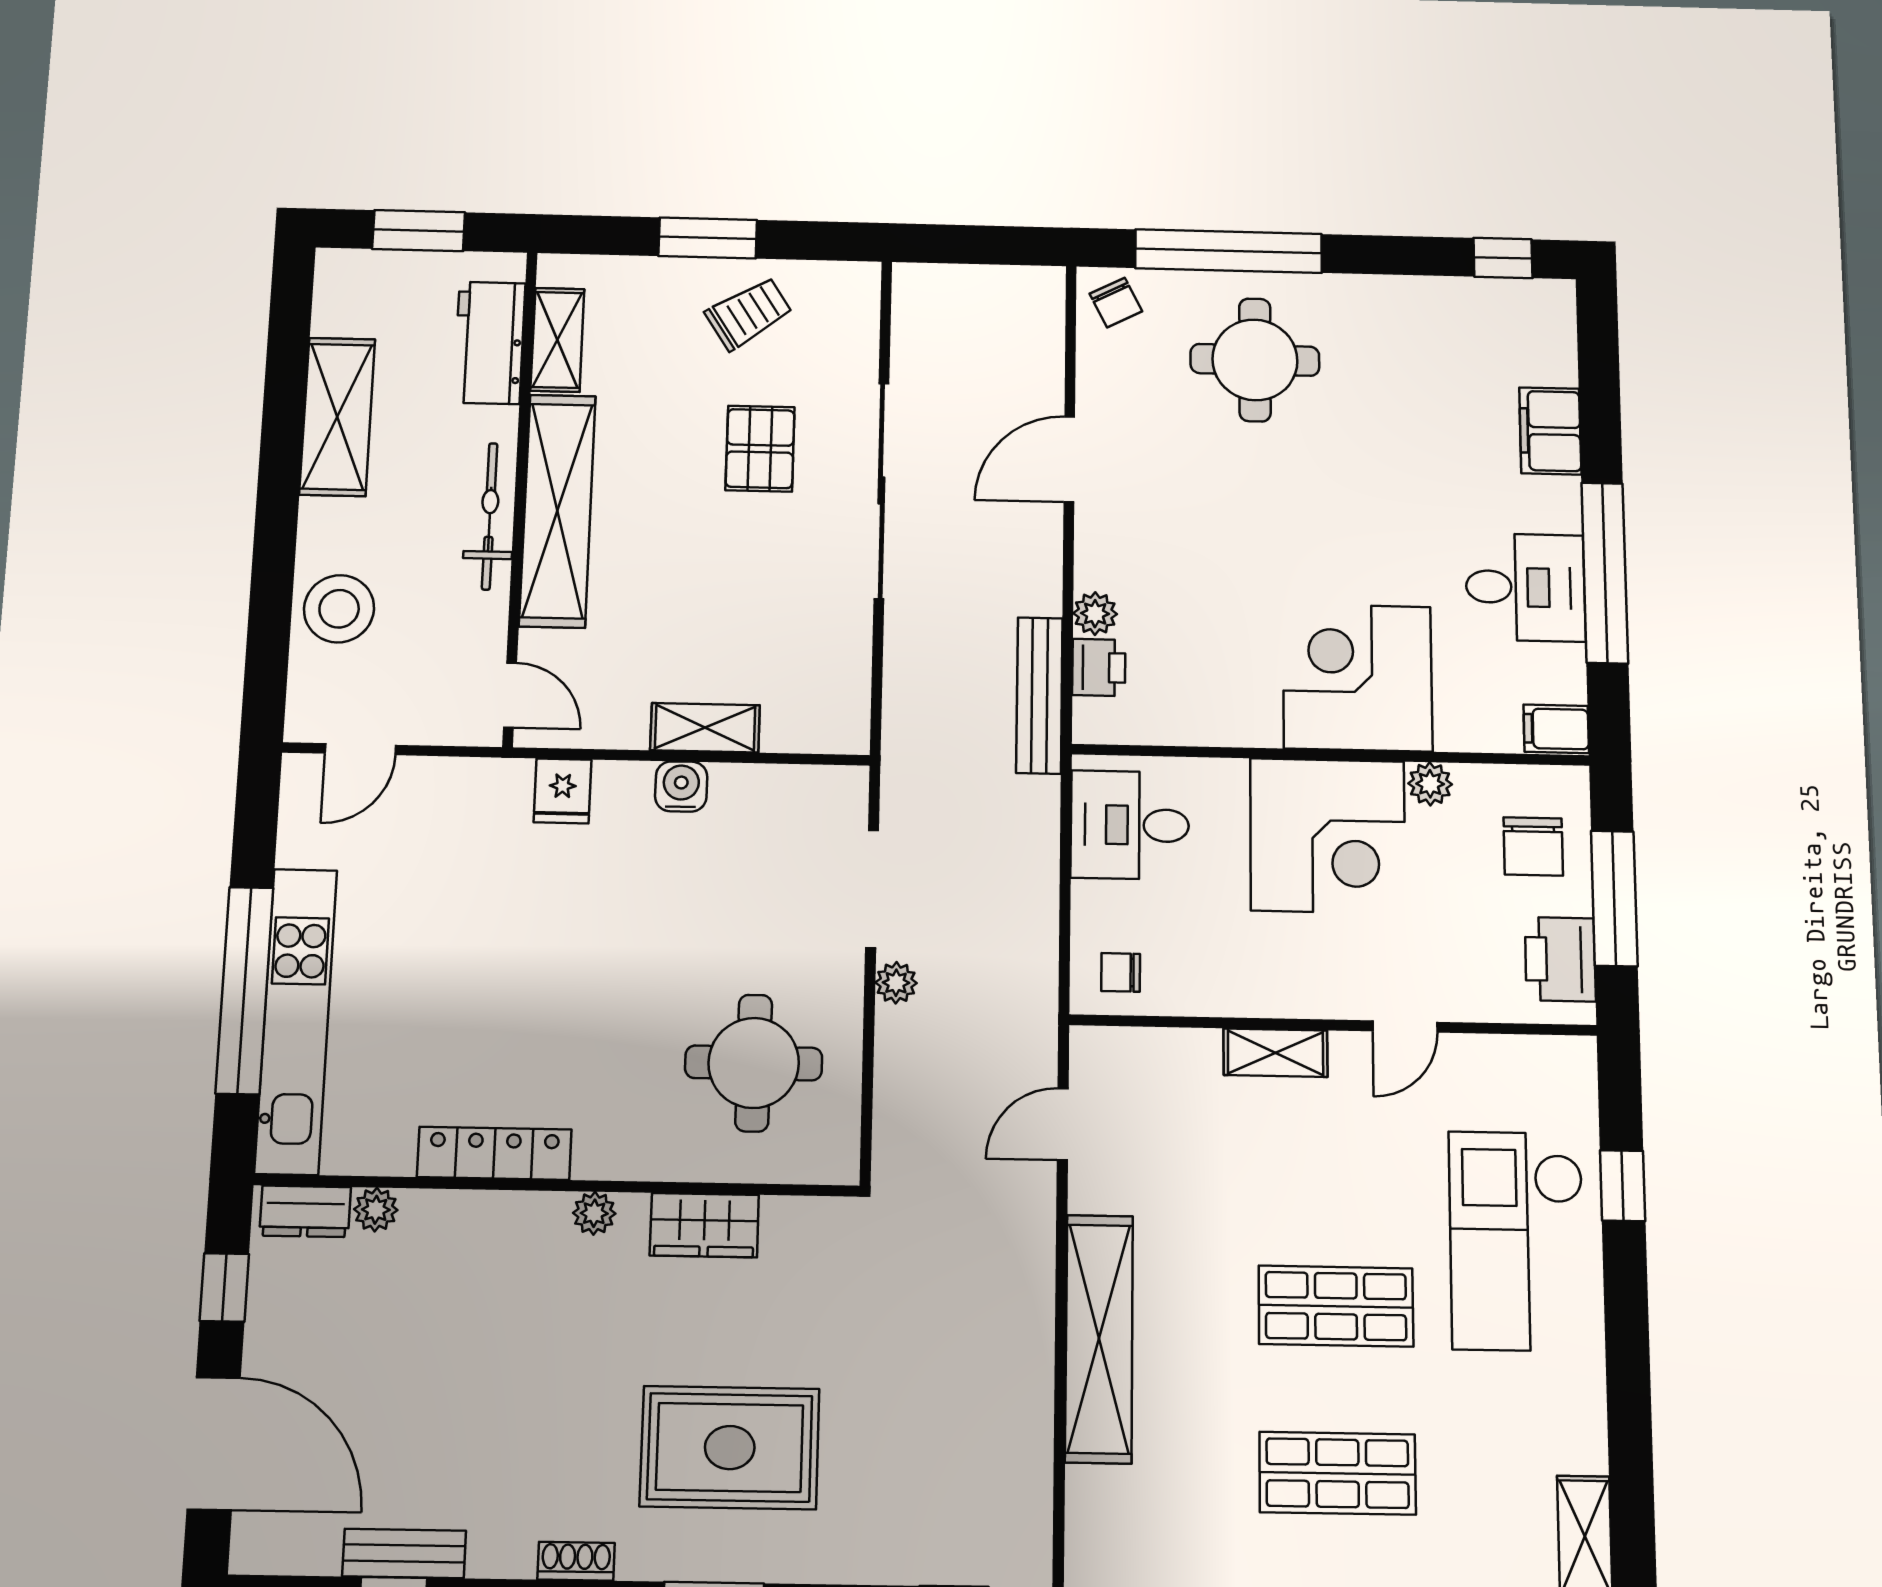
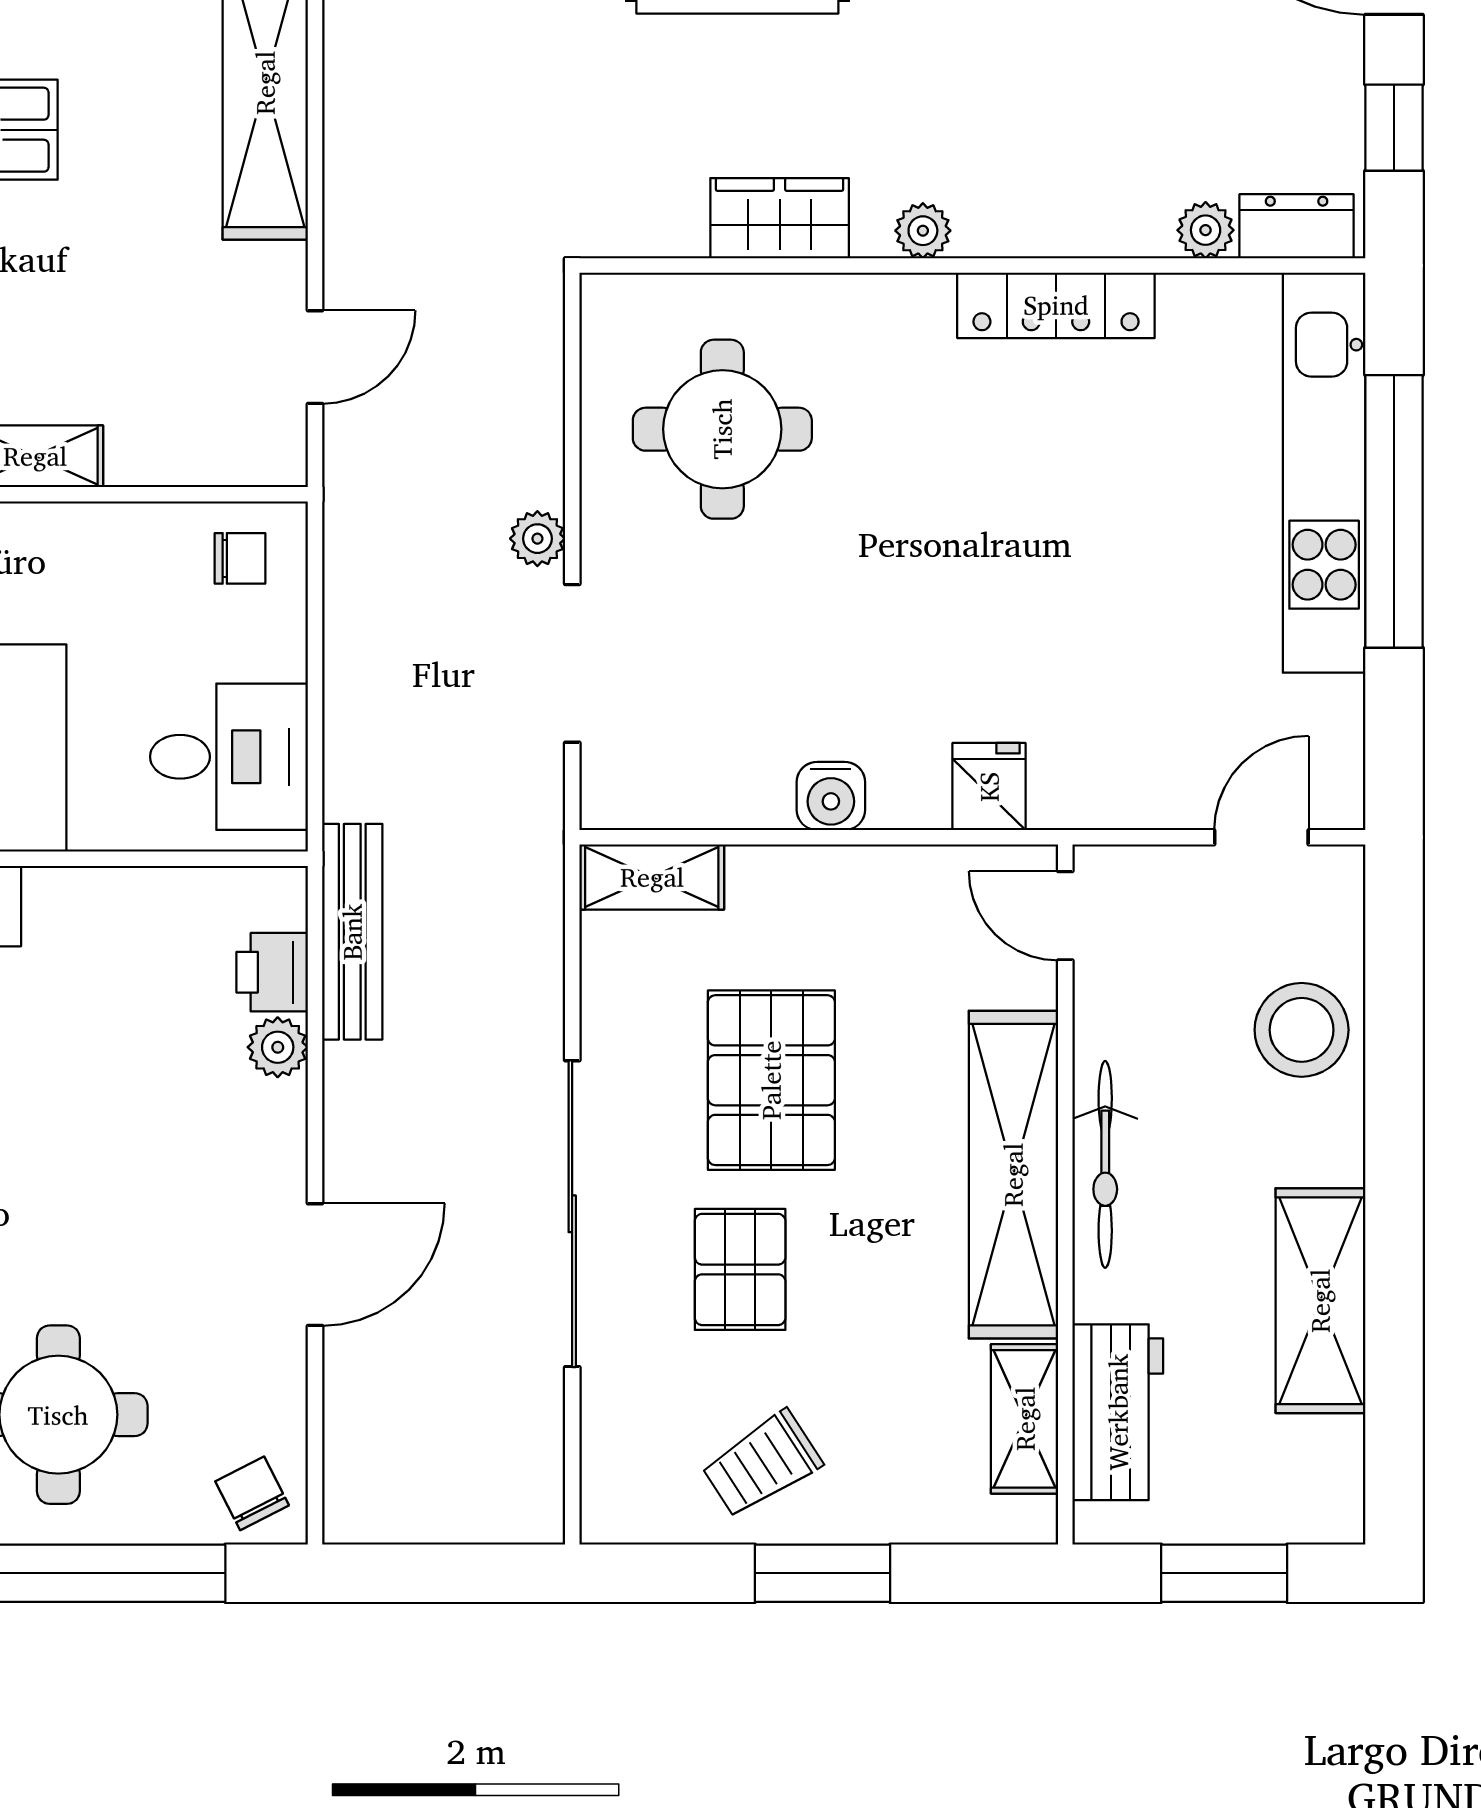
pallet: (733, 582) -> (771, 1080), added
shelving: (705, 728) -> (652, 877), moved

